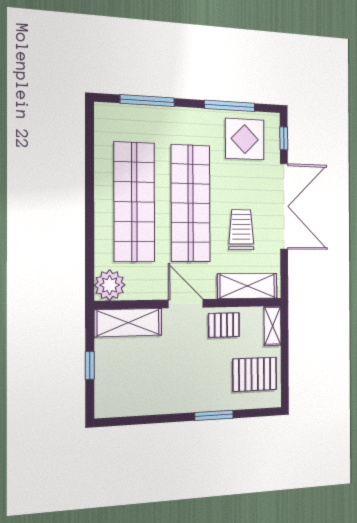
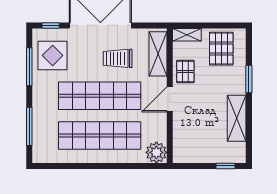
shelving: (128, 323) -> (237, 118), moved
window: (90, 365) -> (226, 166), moved

